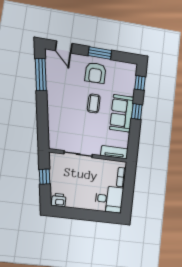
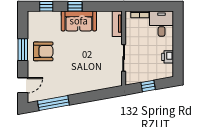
coffee table: (94, 103) -> (73, 49), removed
printer: (59, 200) -> (168, 57), moved

